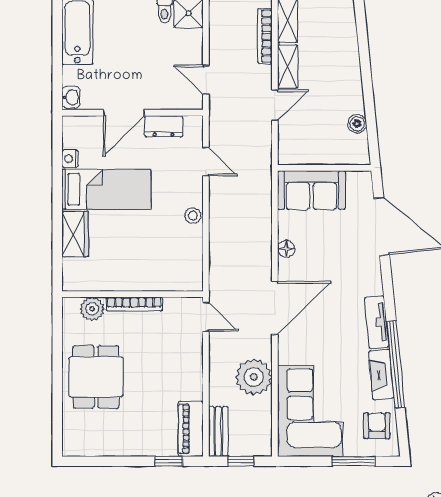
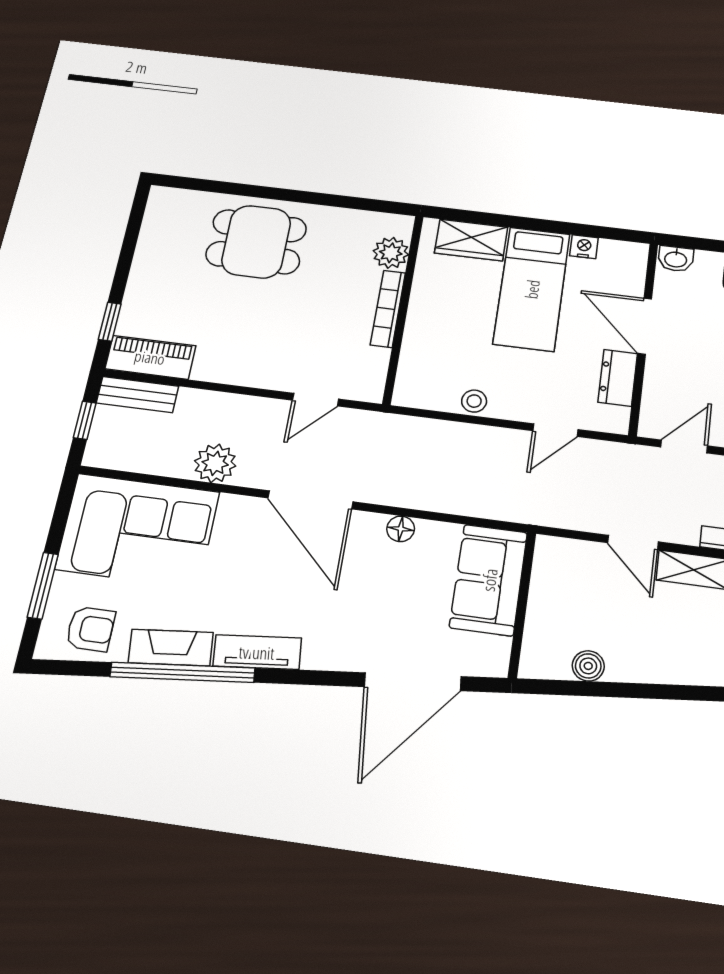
wall: (132, 294) -> (403, 308), moved
bookcase: (134, 304) -> (388, 309), moved
plant: (92, 309) -> (391, 253), moved
plant: (254, 377) -> (215, 463), width x0.73, depth x0.73

